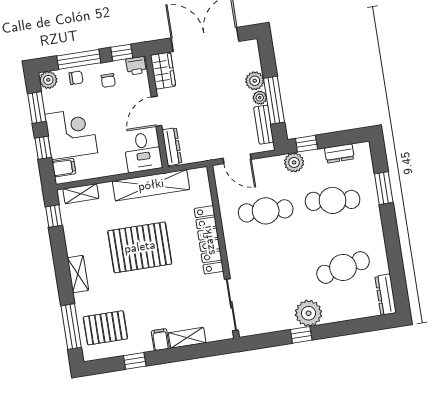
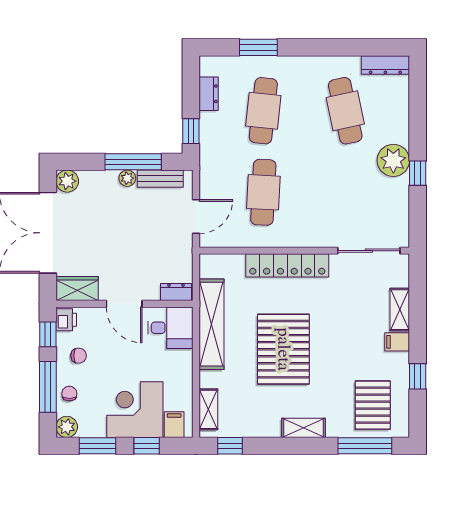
plant: (255, 81) -> (67, 181), moved
dresser: (172, 147) -> (176, 292), width x0.70
plant: (294, 162) -> (211, 149), removed

